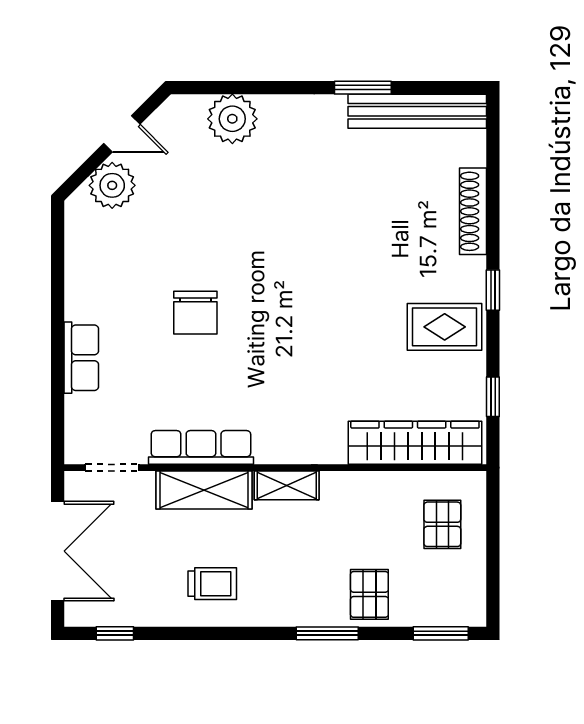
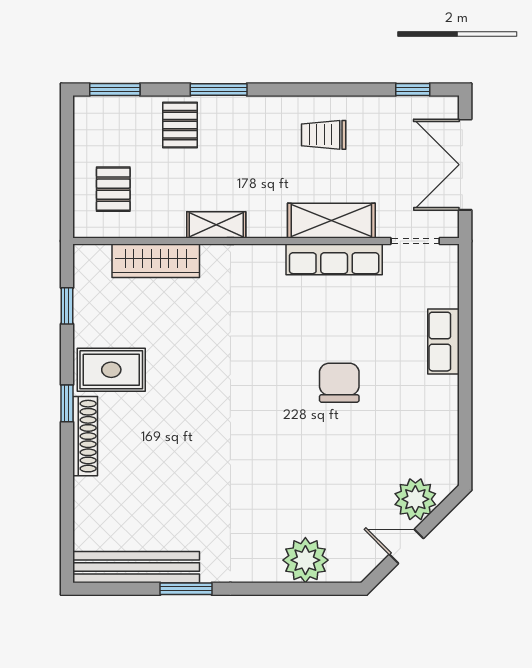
shoe rack: (473, 211) -> (85, 436), moved
wardrobe: (415, 443) -> (156, 261), width x0.71, depth x0.85
shelving: (287, 485) -> (216, 225), moved

